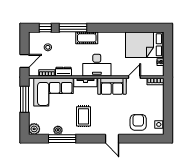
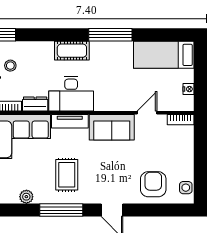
window: (73, 28) -> (110, 35), moved
bed: (145, 45) -> (164, 55), width x0.67
desk: (97, 65) -> (71, 94), moved
window: (62, 139) -> (61, 210), moved

